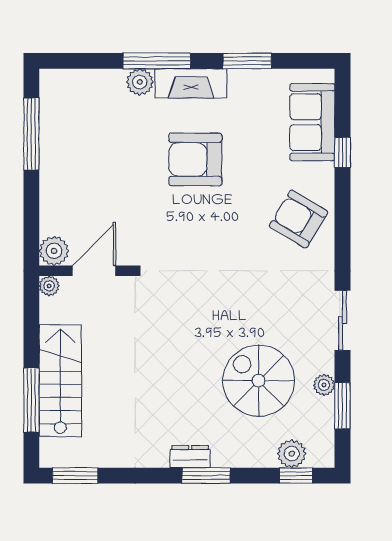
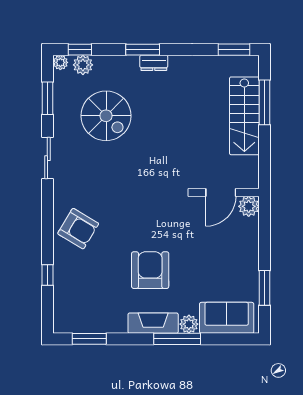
window: (247, 61) -> (89, 339), moved
sofa: (312, 122) -> (227, 318), moved, turned -90
window: (31, 134) -> (264, 288), width x0.69
armchair: (195, 159) -> (150, 270), turned -90
plant: (49, 286) -> (252, 182), removed
plant: (324, 385) -> (60, 62), moved

